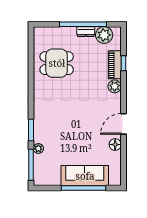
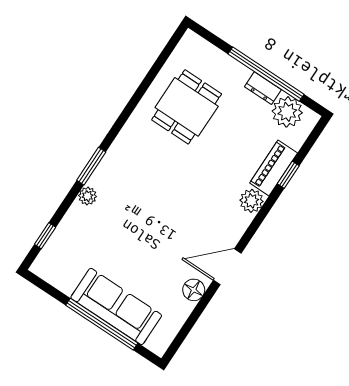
dining table: (57, 63) -> (187, 107), turned 90
window: (31, 130) -> (91, 166), moved
plant: (38, 148) -> (88, 196), moved
window: (31, 165) -> (45, 236), width x0.46

